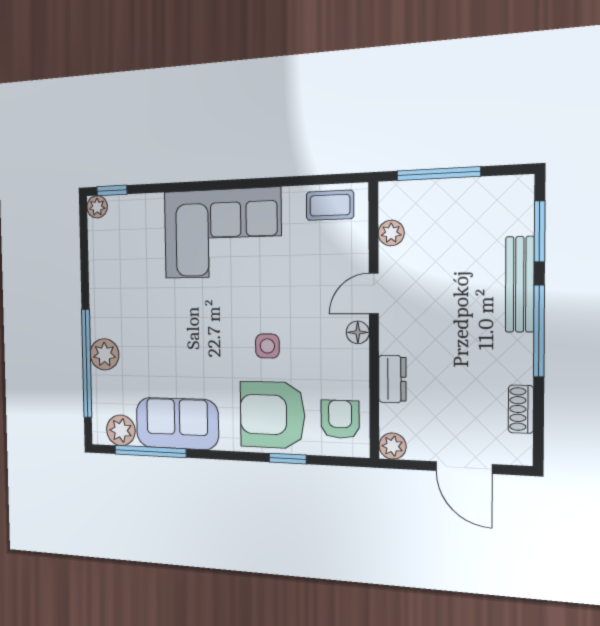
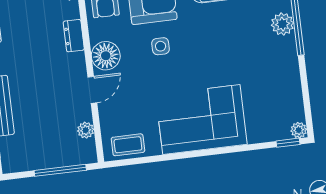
floor lamp: (358, 332) -> (106, 56), width x1.89, depth x1.89

